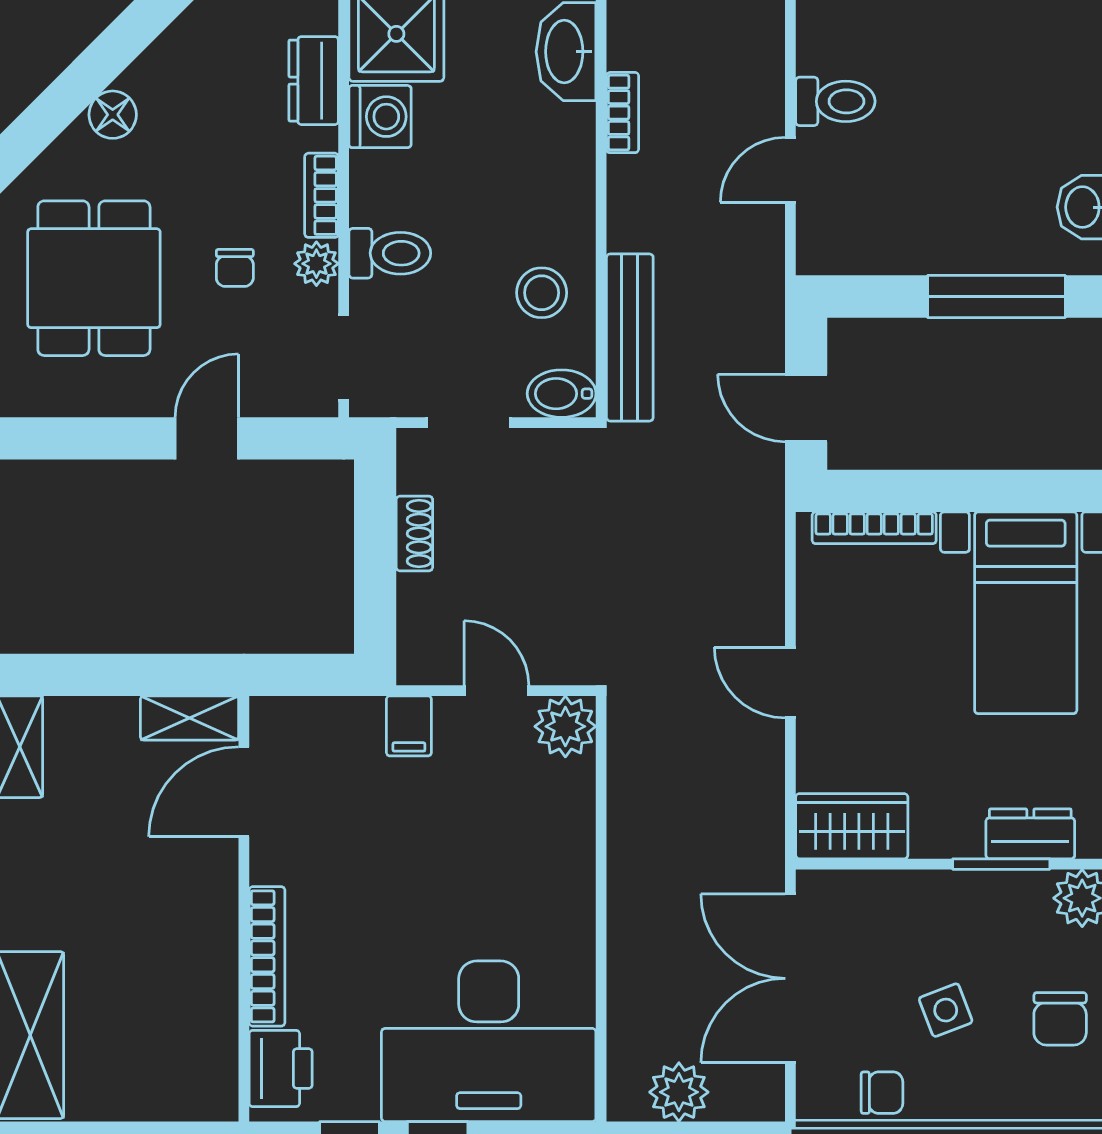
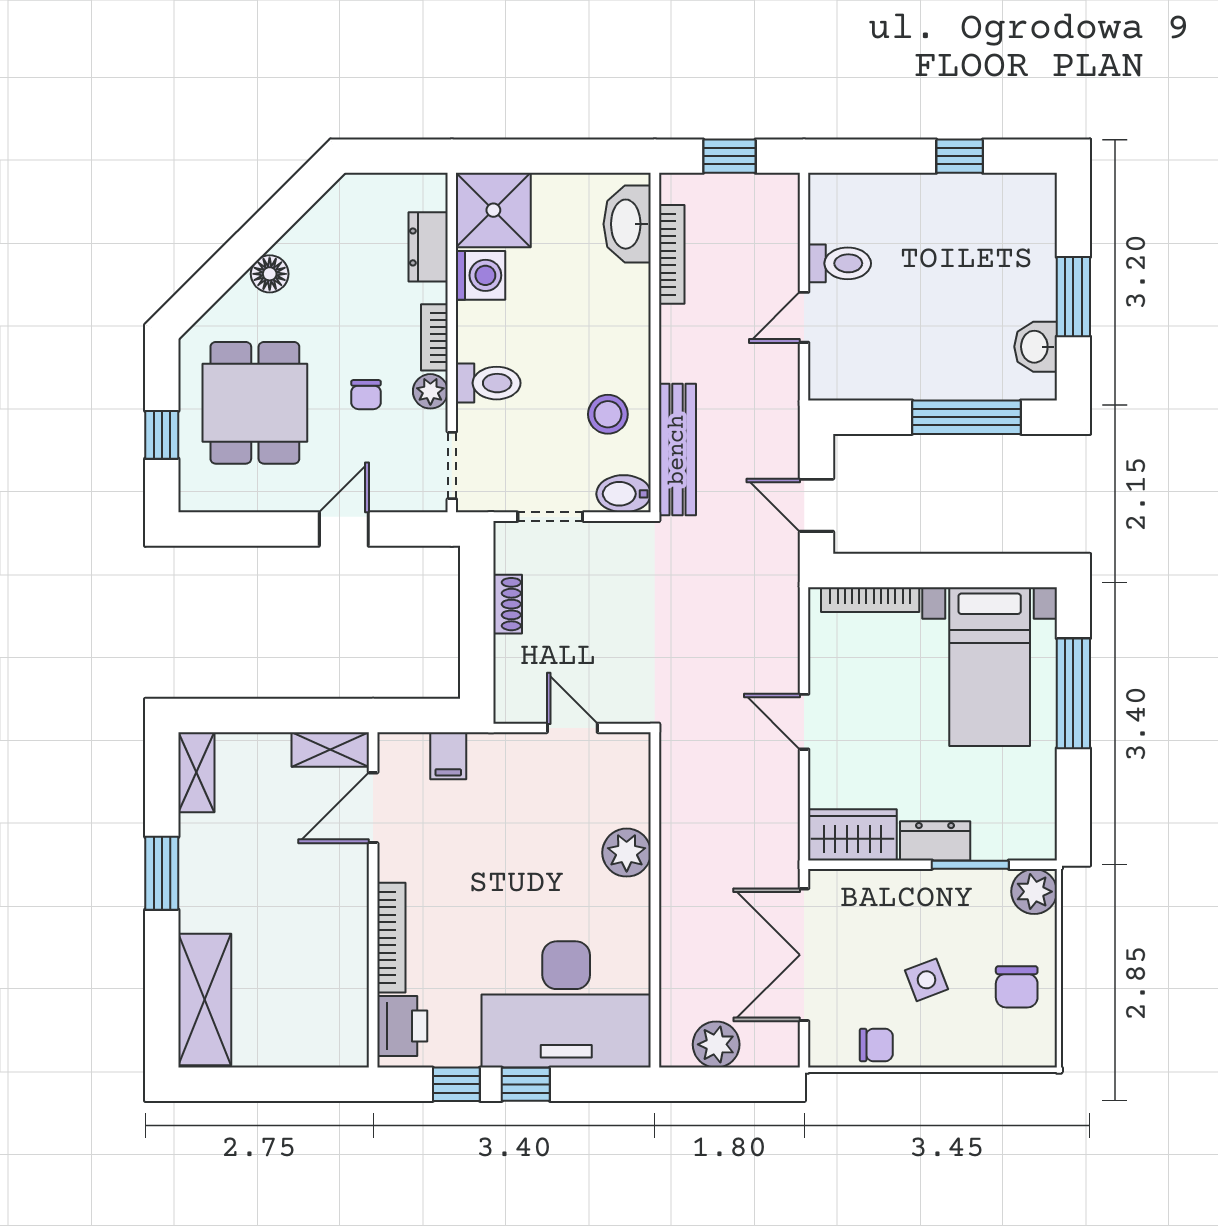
bookcase: (623, 113) -> (672, 254), width x1.56
filing cabinet: (409, 726) -> (448, 756), moved
plant: (565, 726) -> (627, 853), moved
dresser: (1030, 834) -> (935, 841), moved

